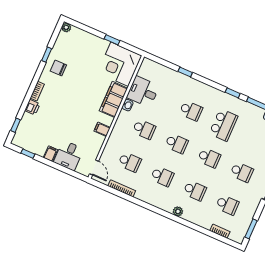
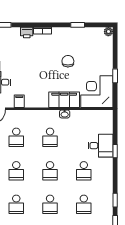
chair: (58, 68) -> (68, 61), moved
desk: (143, 92) -> (101, 146), moved, turned 90
school desk: (223, 125) -> (84, 204), width x0.54
filing cabinet: (102, 129) -> (19, 101), moved

